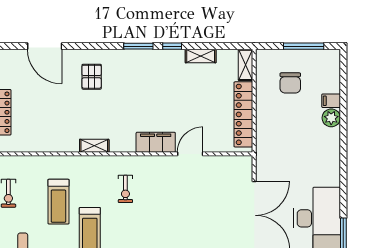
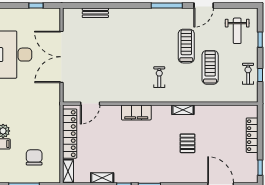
pallet: (92, 77) -> (188, 143), moved
door: (190, 154) -> (90, 104), moved

